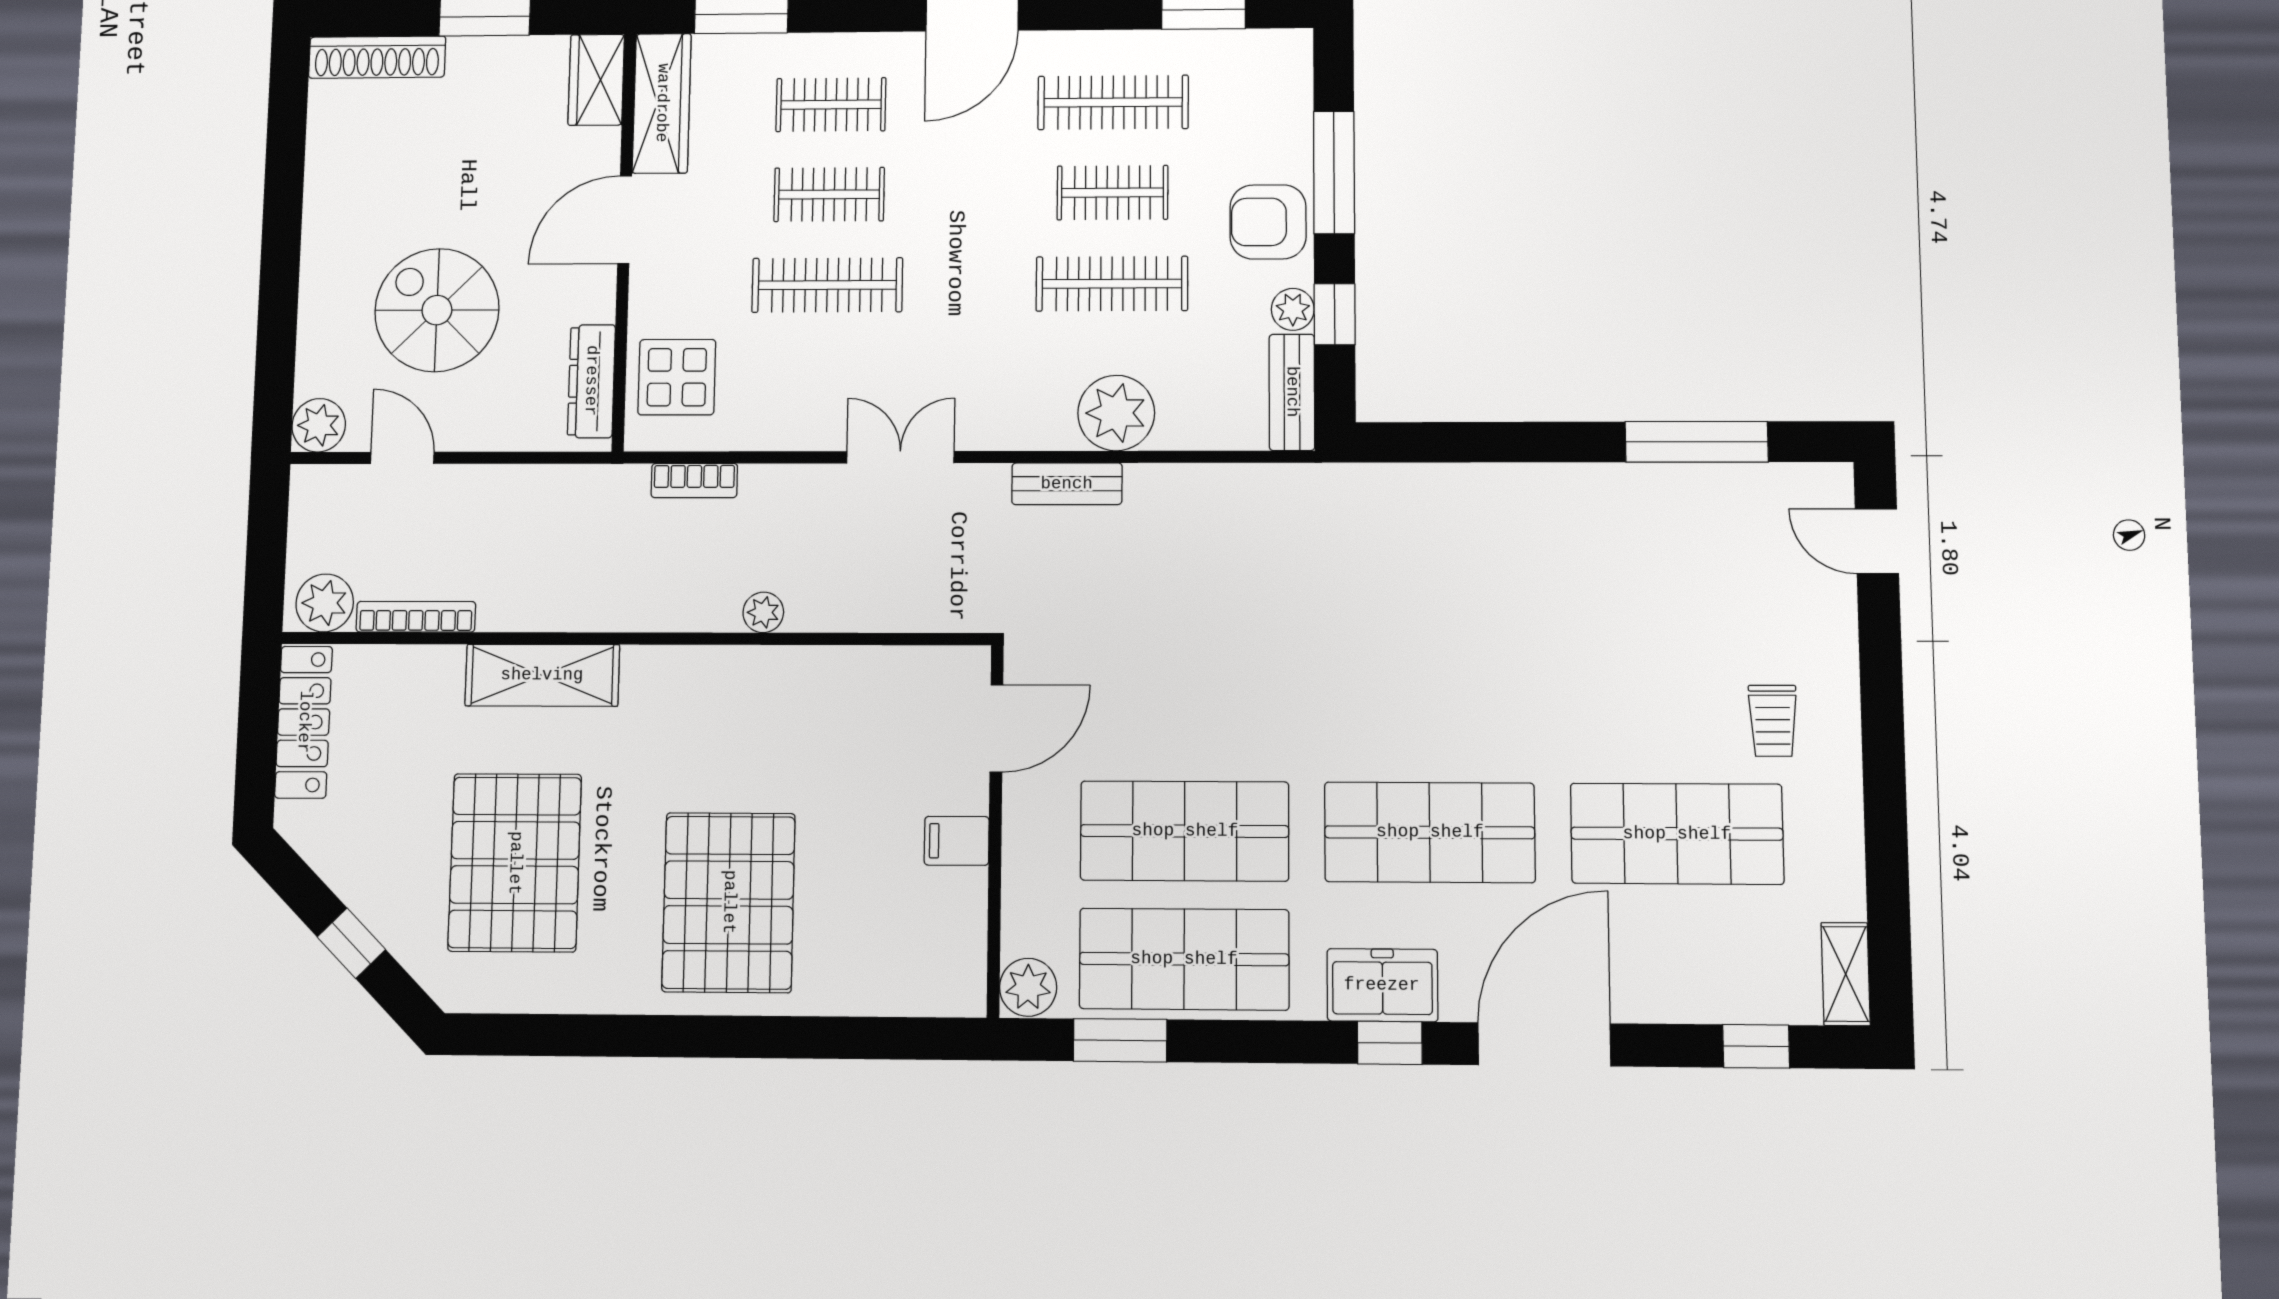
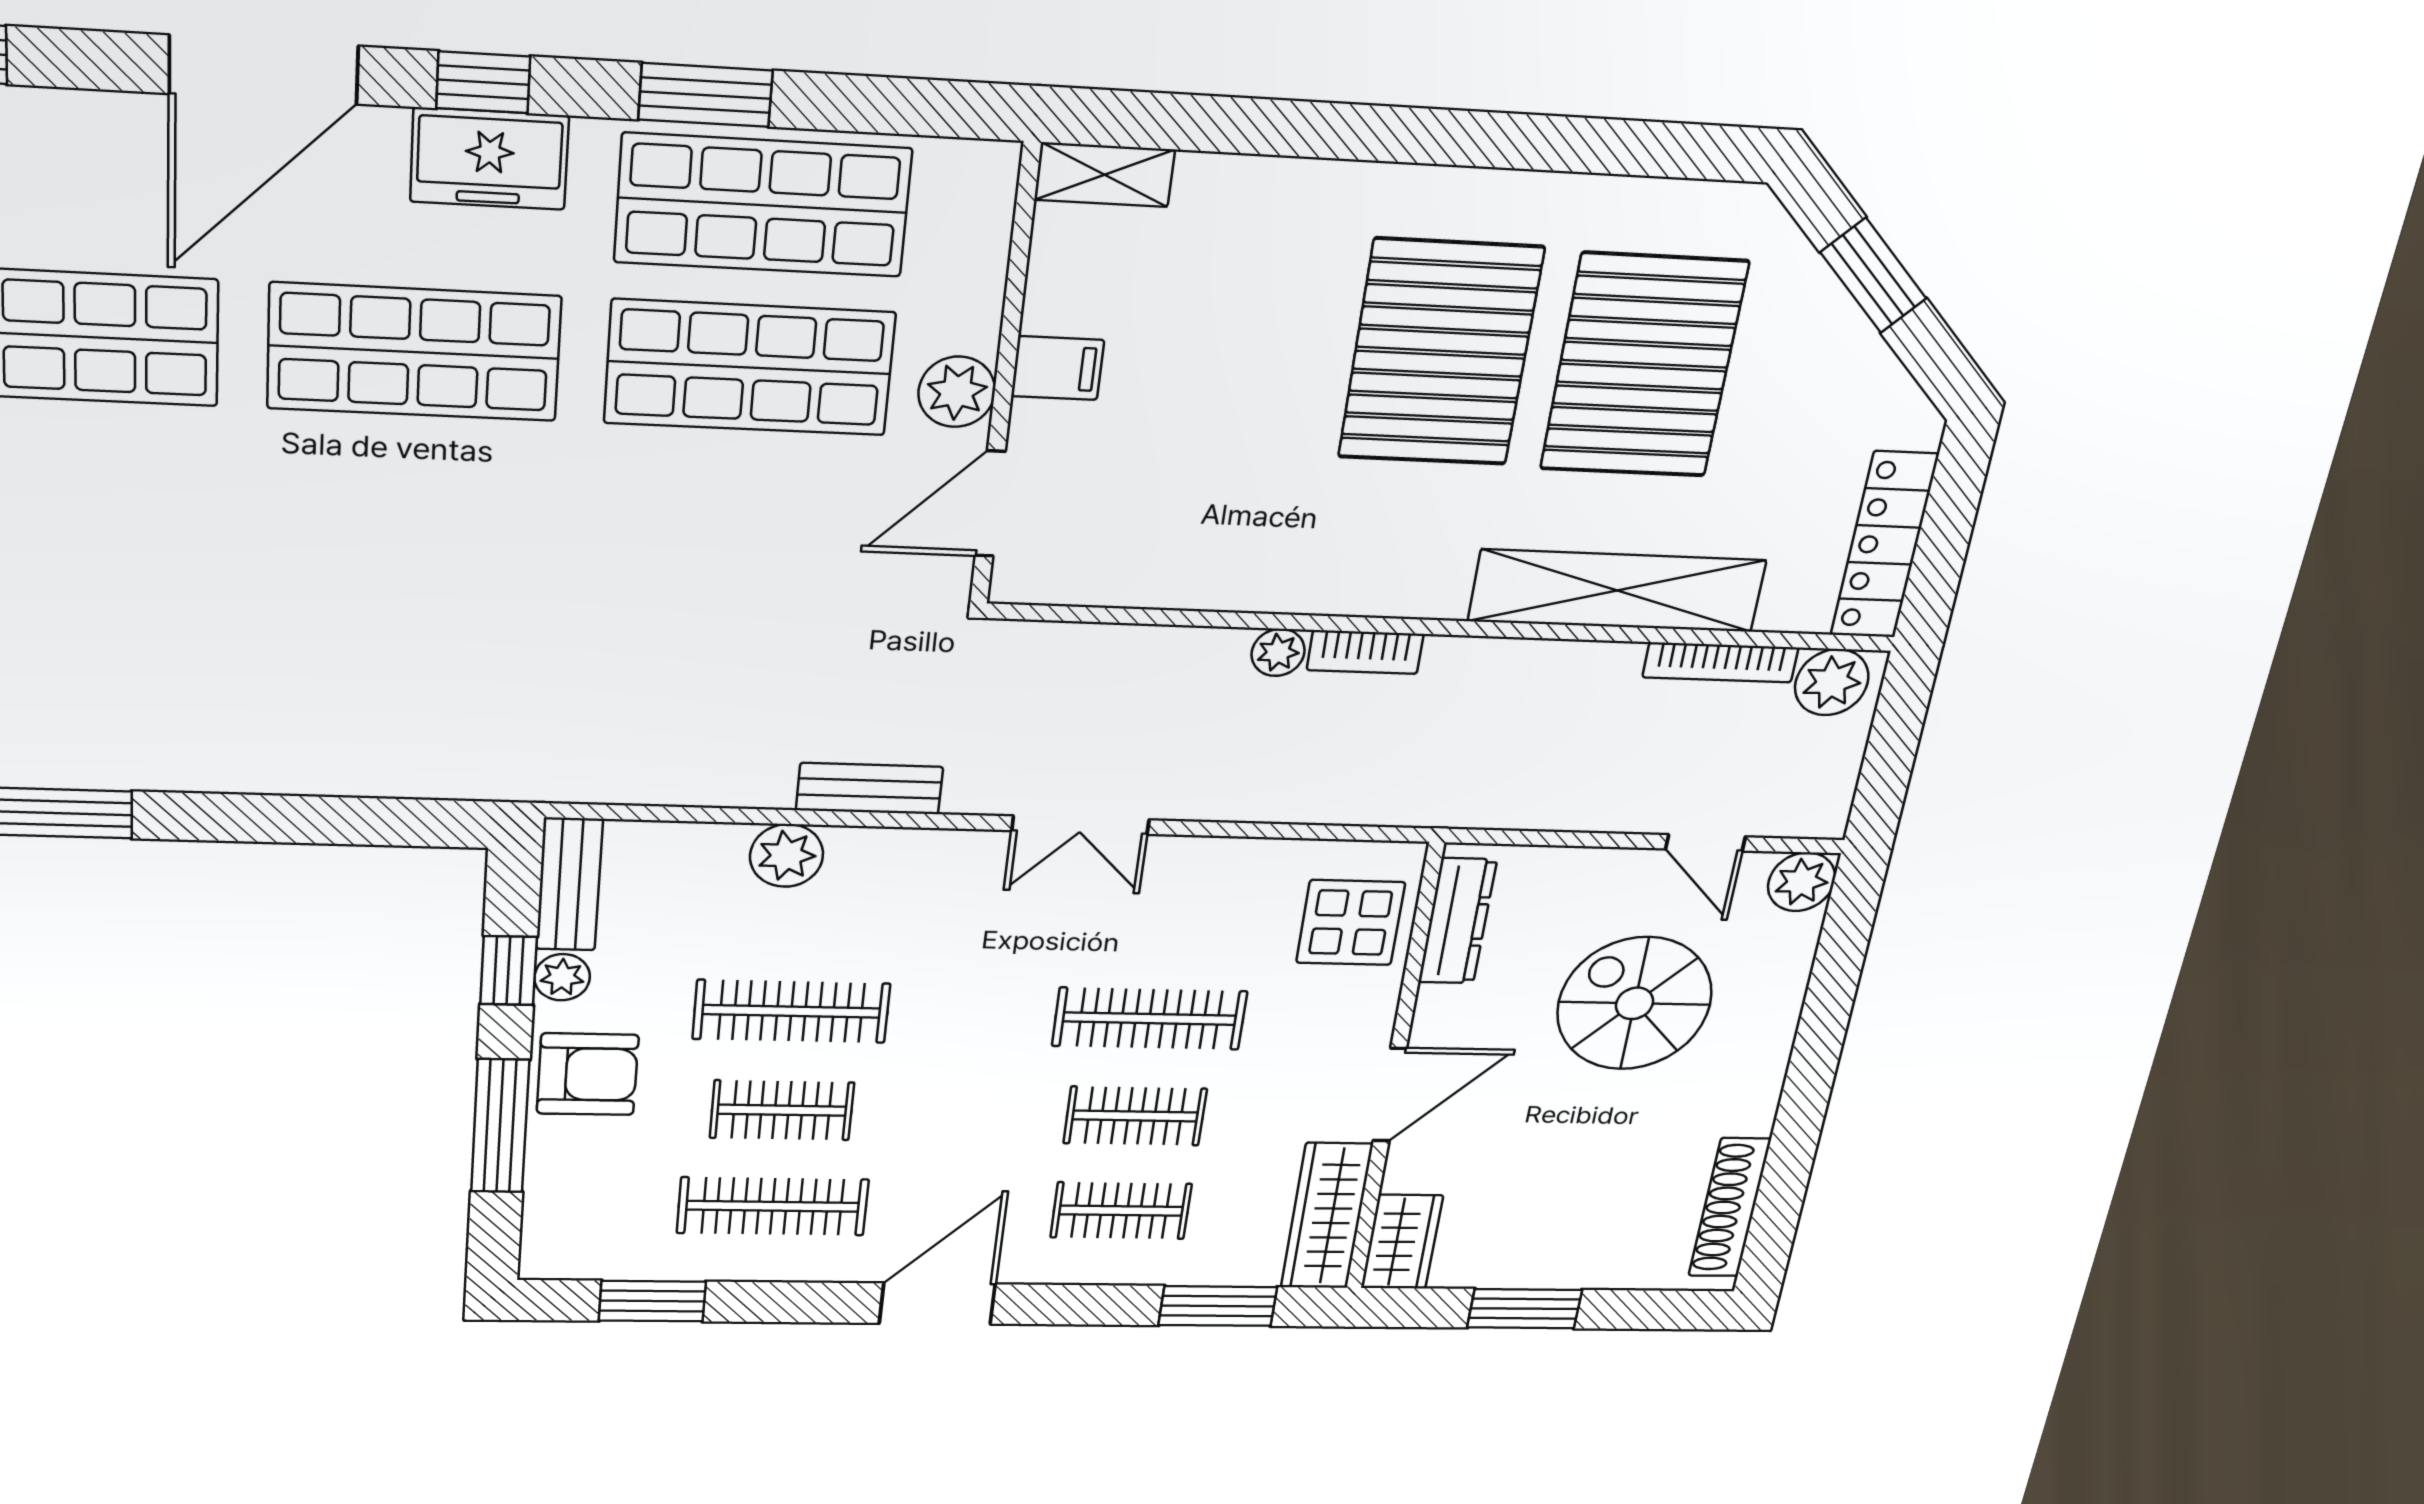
shoe rack: (377, 57) -> (1730, 1208), moved, turned -90
spiral stairs: (437, 310) -> (1634, 1003), turned 180
plant: (1116, 413) -> (786, 855), width x0.73, depth x0.73
bookcase: (694, 481) -> (1365, 652), moved, turned 180
shelving: (542, 675) -> (1617, 591), width x1.47
pallet: (729, 902) -> (1441, 353), moved
window: (351, 943) -> (1873, 275), width x1.50
plant: (1028, 987) -> (957, 392), moved
shelving: (938, 995) -> (1105, 175), added
window: (1120, 1040) -> (706, 95), moved

